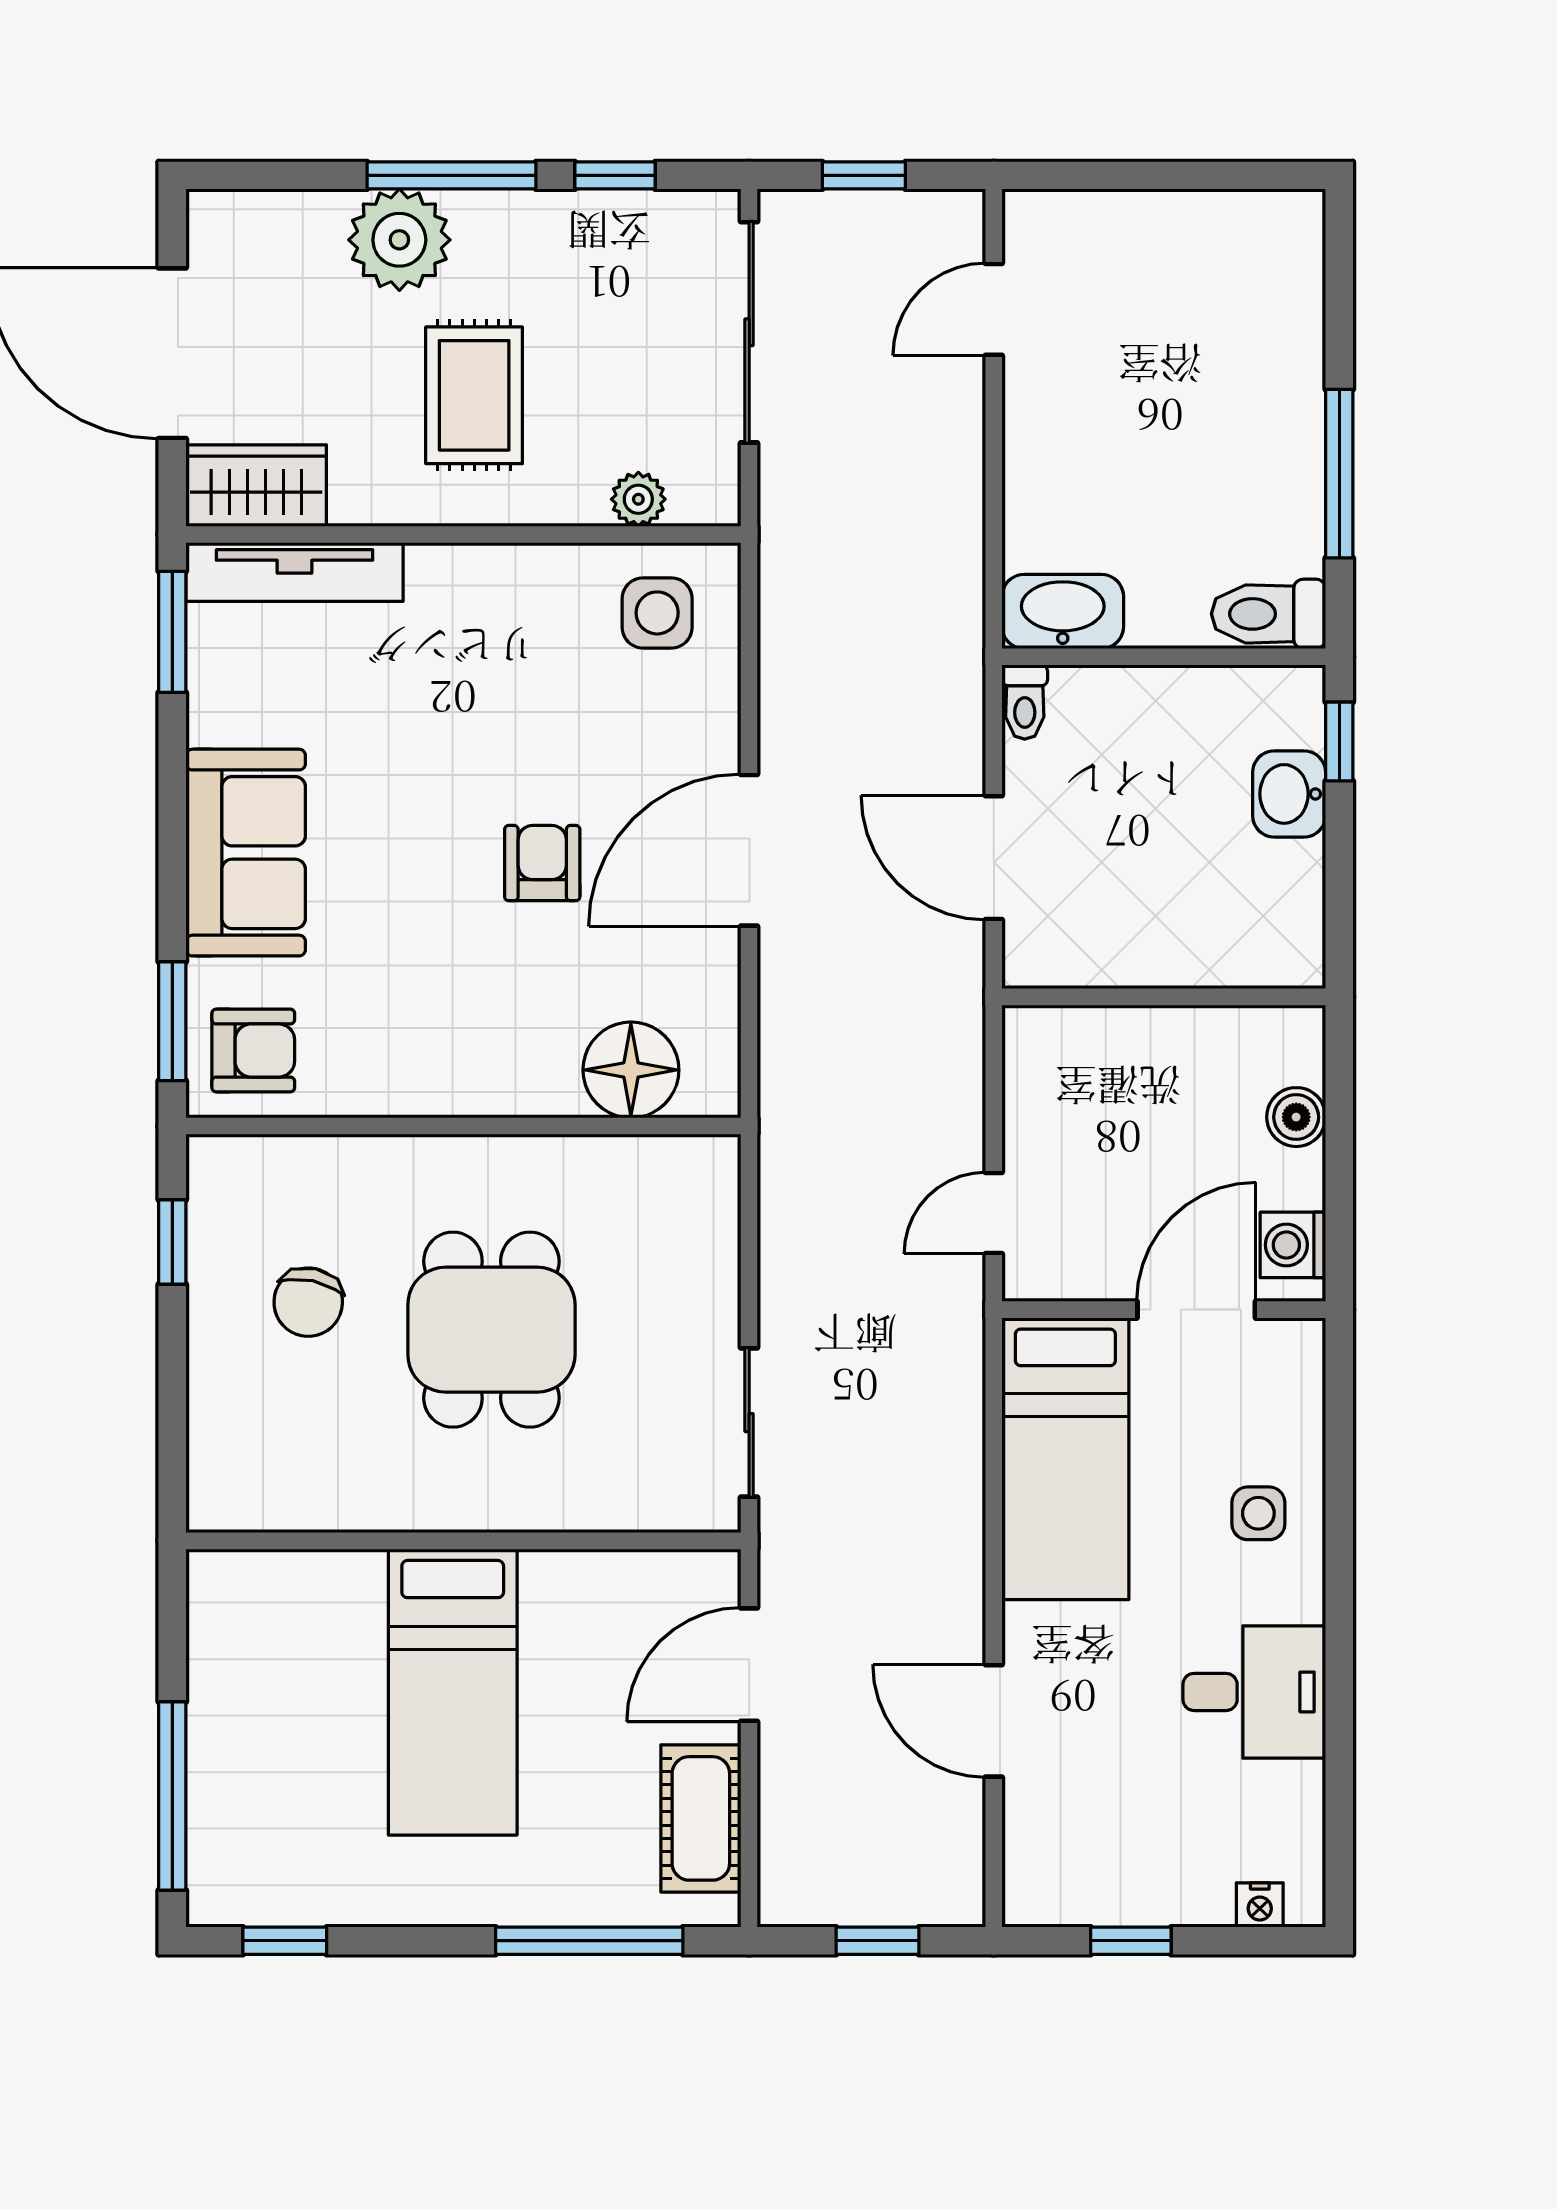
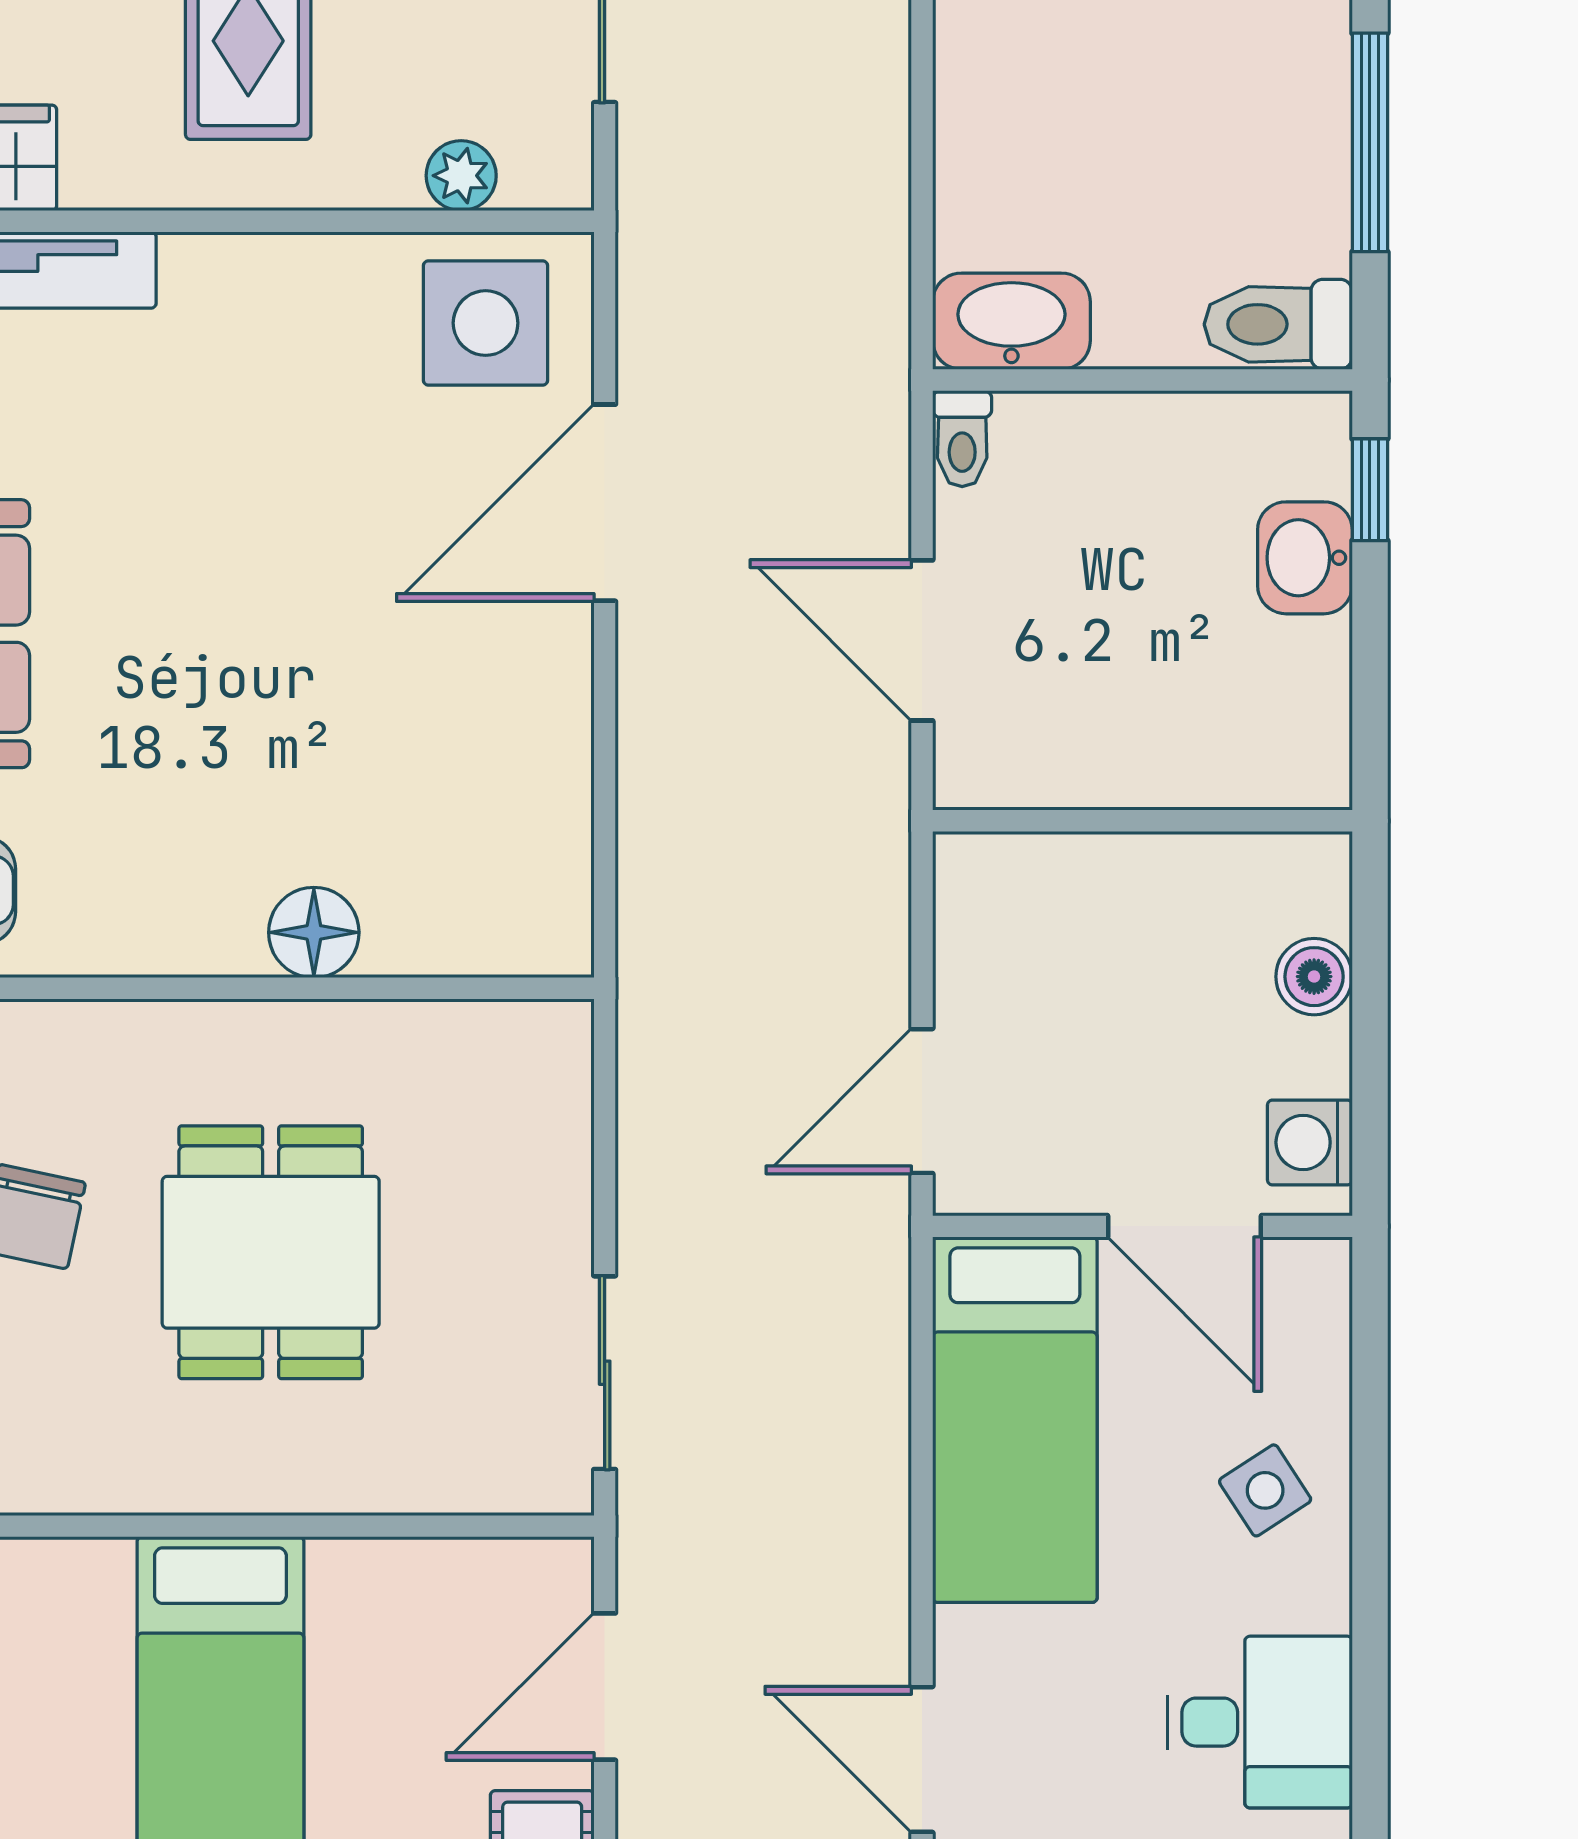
side table: (657, 613) -> (486, 323), width x1.37, depth x1.37
door: (749, 850) -> (605, 503), moved
armchair: (542, 863) -> (337, 647), removed
floor lamp: (631, 1070) -> (314, 932), moved, width x0.73, depth x0.73
door: (994, 1213) -> (922, 1101), width x1.38
door: (1196, 1310) -> (1185, 1226), swing flipped
side table: (1258, 1513) -> (1265, 1490), turned -33

